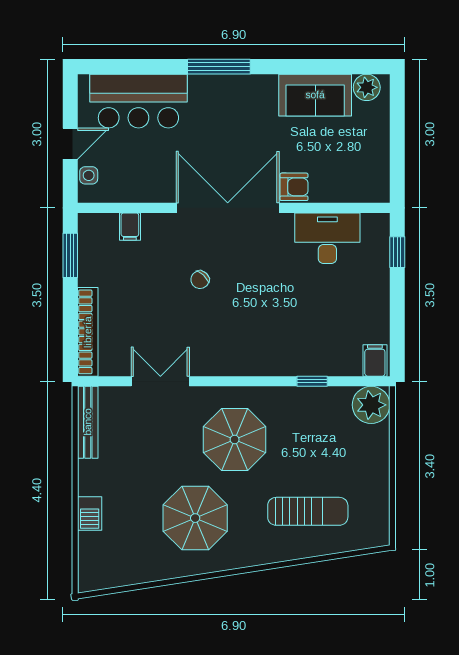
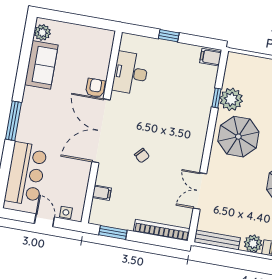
window: (397, 252) -> (169, 36), moved
plant: (371, 405) -> (231, 99), moved
parasol: (235, 440) -> (238, 137), moved
plant: (92, 480) -> (253, 244), added

